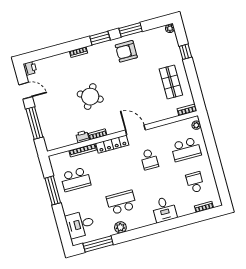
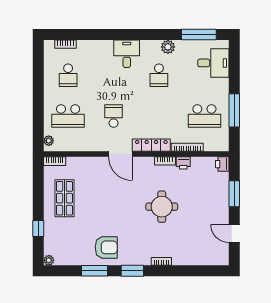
printer: (30, 68) -> (222, 164), moved
round table: (90, 97) -> (162, 207), turned -30
window: (34, 123) -> (234, 194), width x0.69
school desk: (186, 149) -> (68, 116), turned 180
school desk: (76, 179) -> (204, 116), turned 180
school desk: (121, 202) -> (159, 75), width x0.54
desk: (164, 209) -> (127, 54), moved

